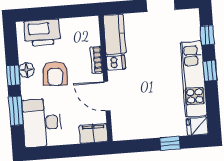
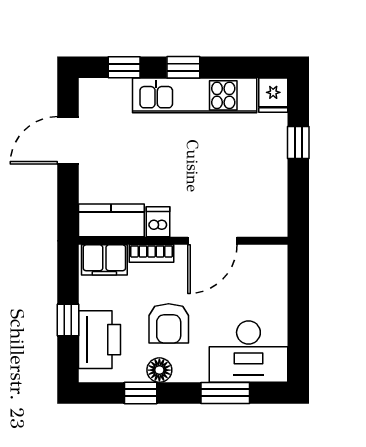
window: (53, 13) -> (68, 320), added
armchair: (55, 74) -> (169, 323), turned 86
window: (13, 75) -> (141, 393), moved
filing cabinet: (93, 133) -> (104, 260), moved, turned -90

